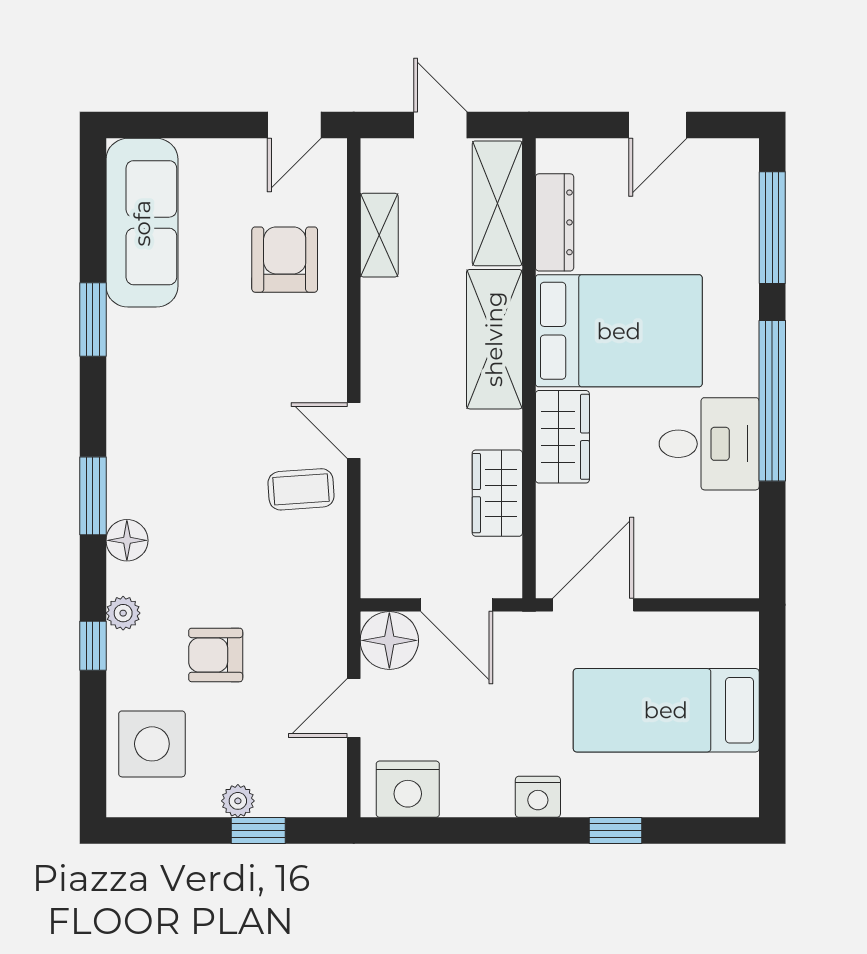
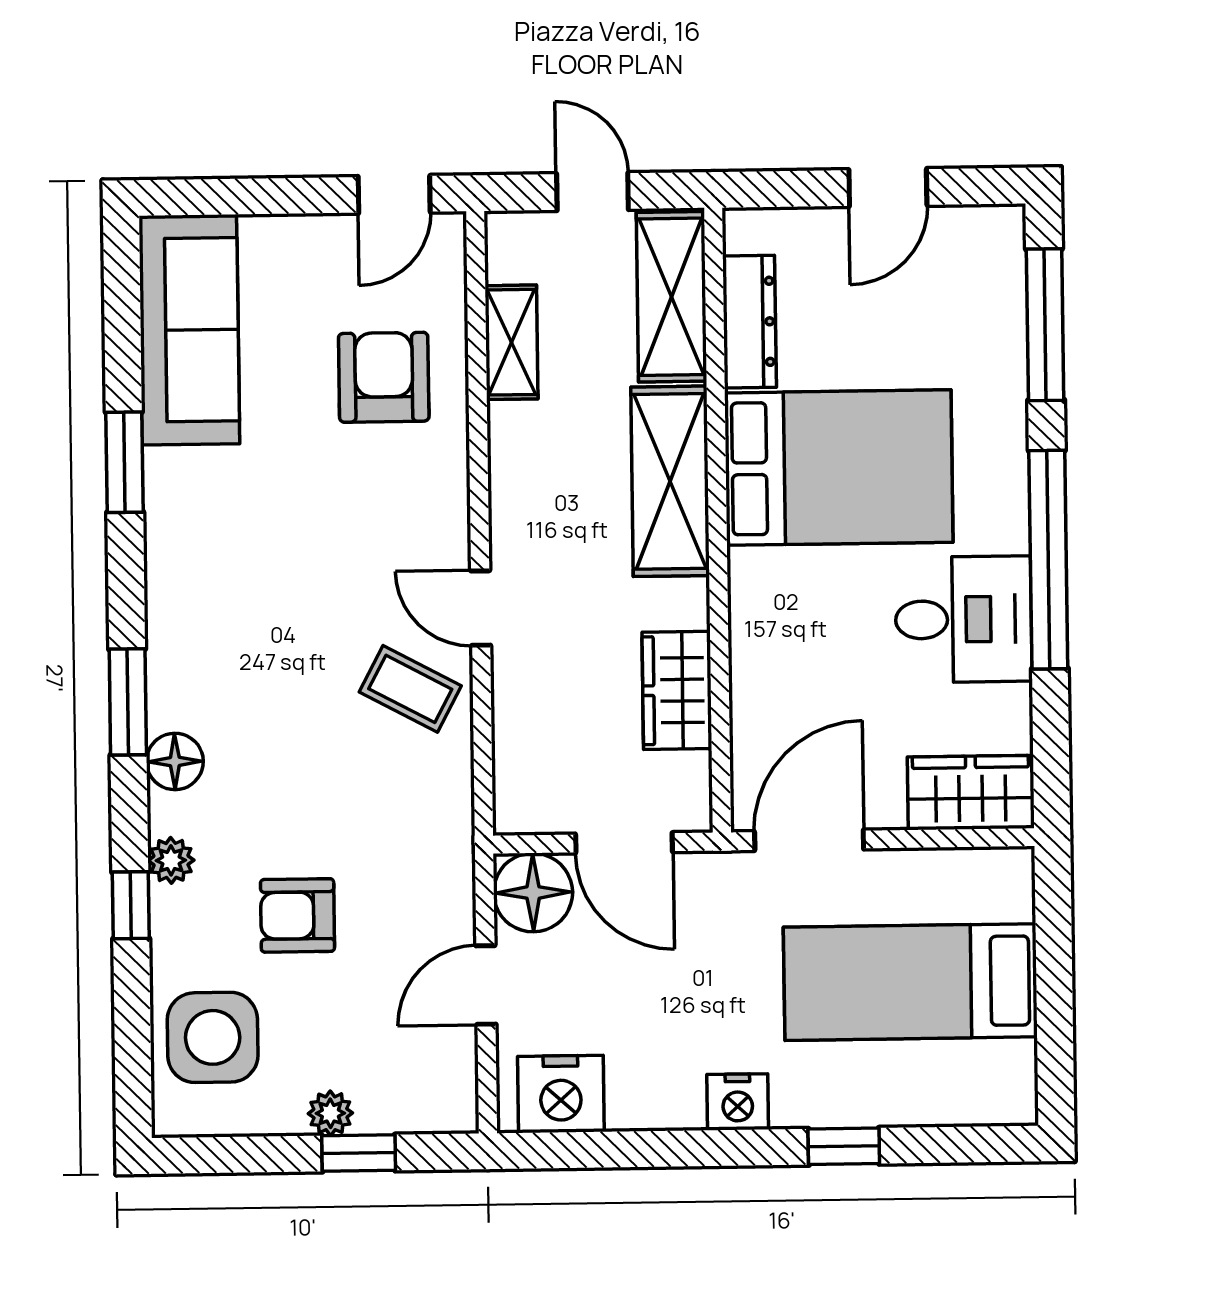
wardrobe: (562, 437) -> (971, 793), moved, turned -90
coffee table: (301, 489) -> (410, 689), turned 32

